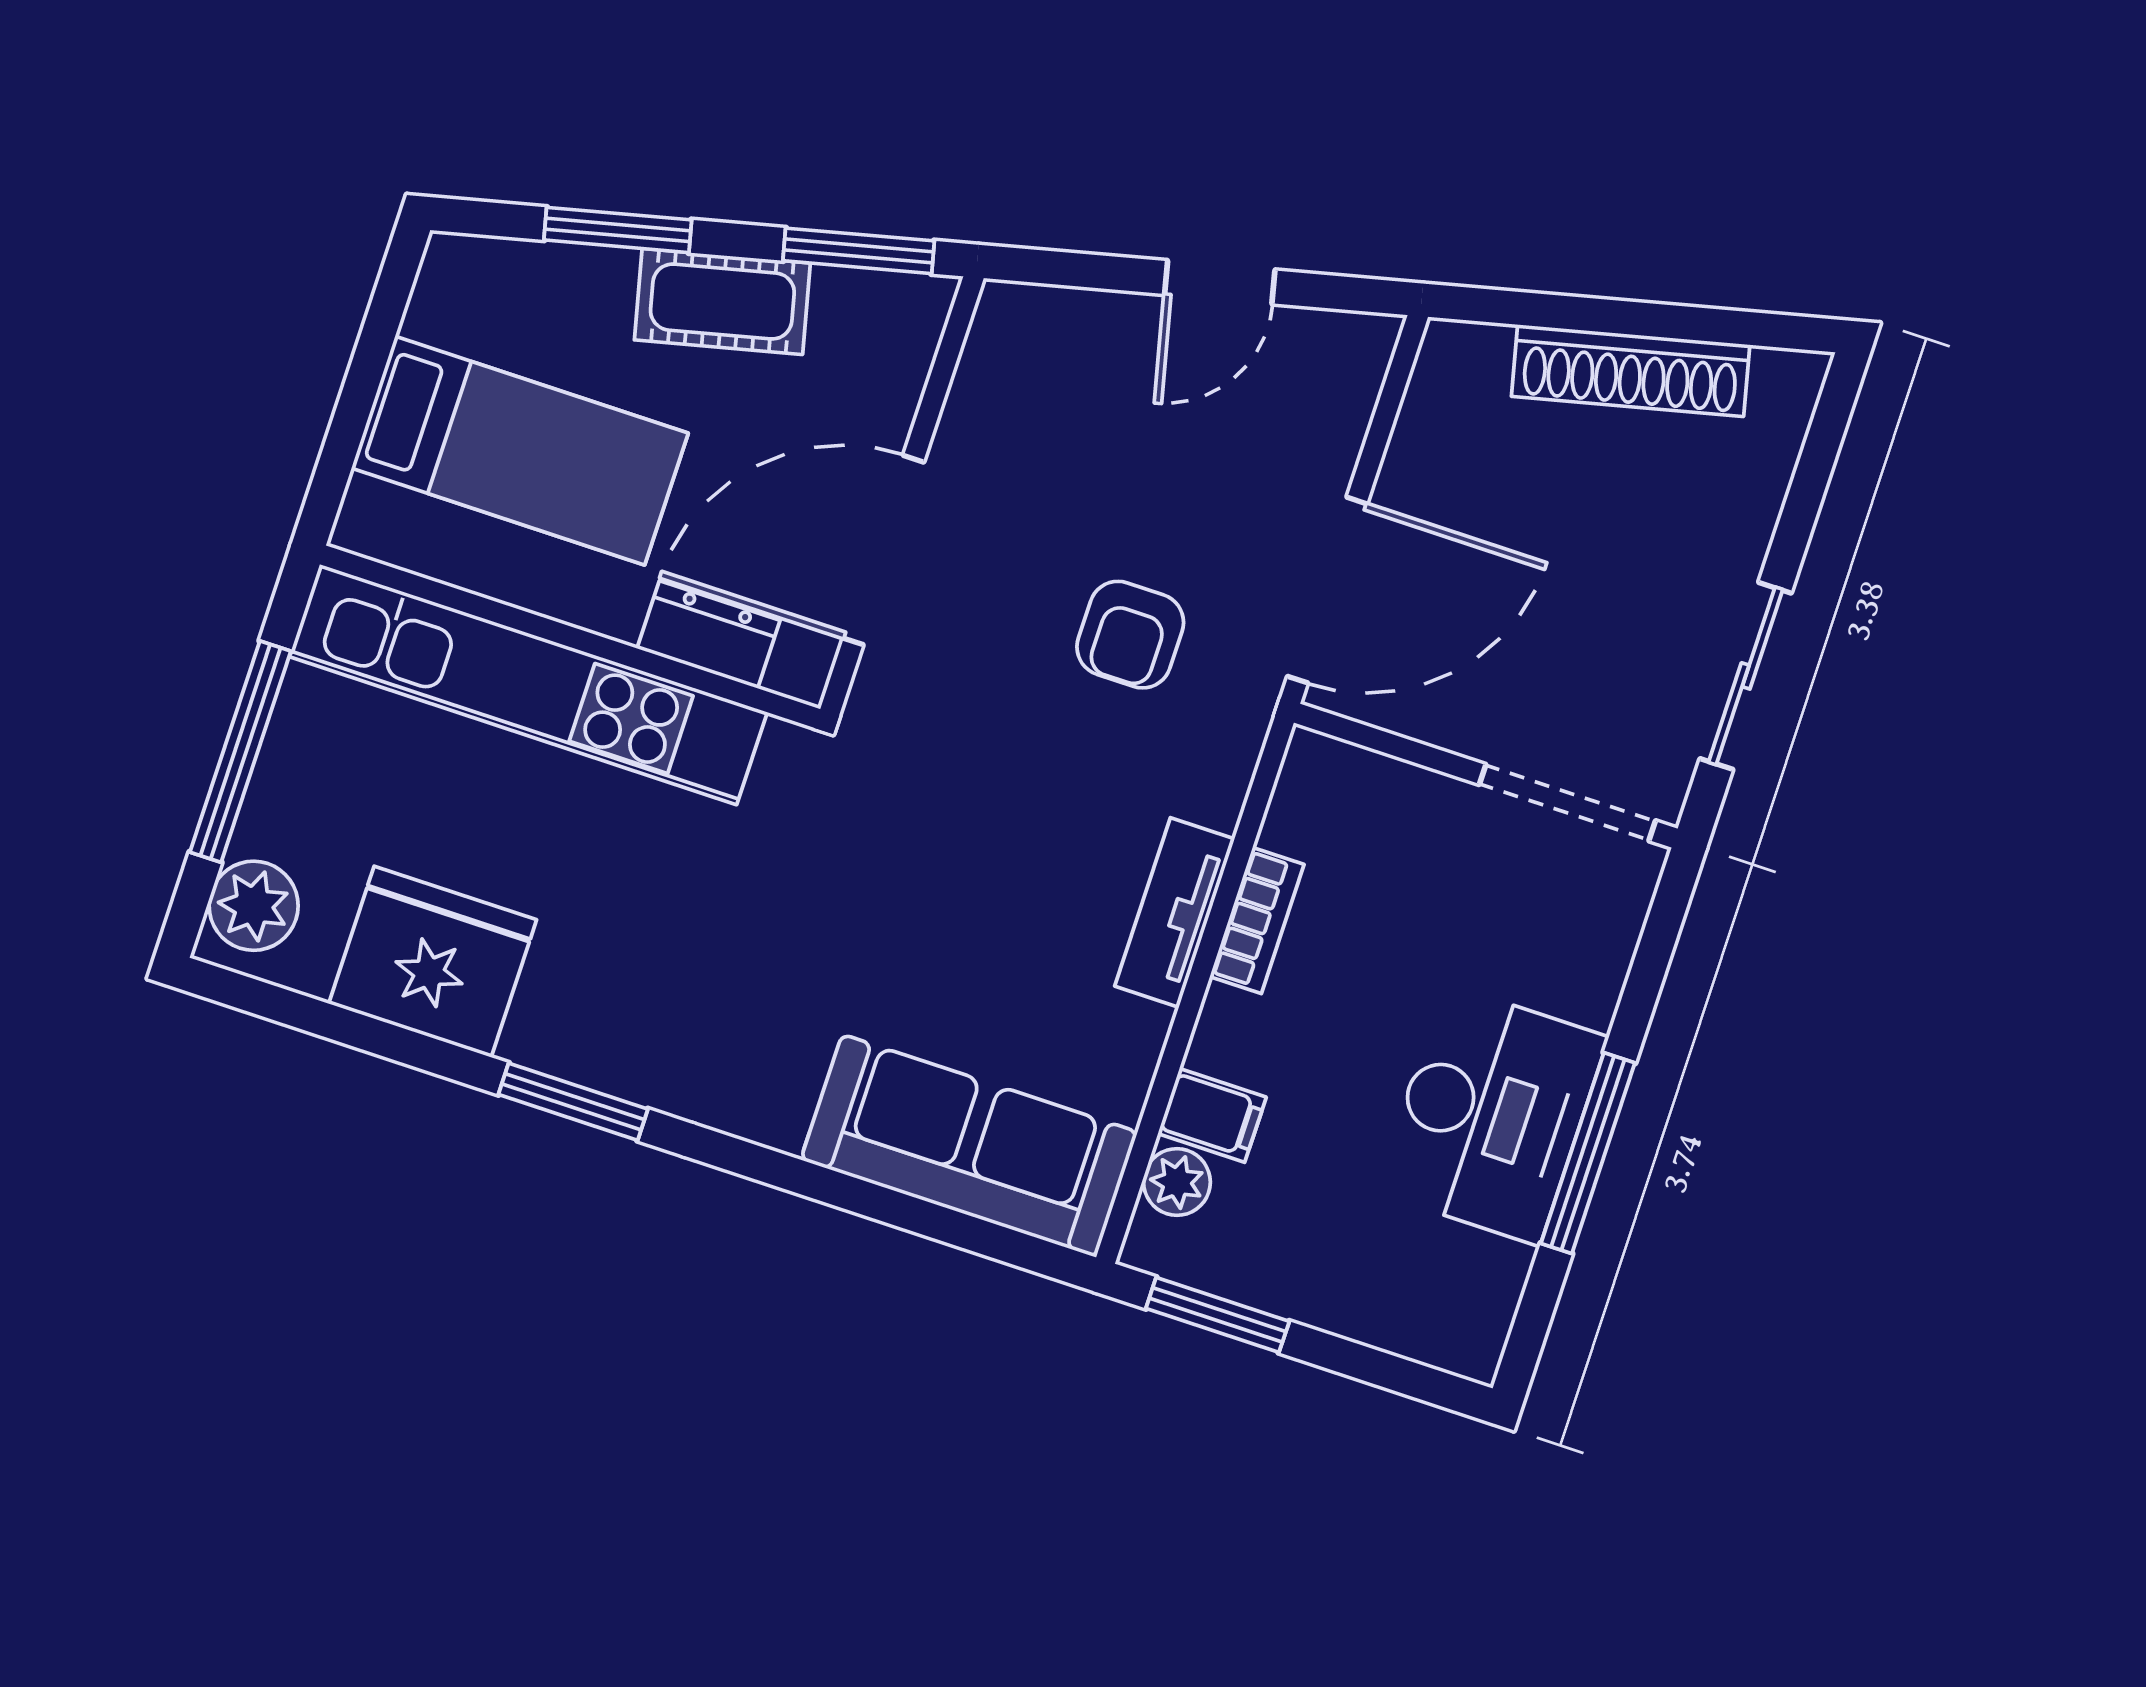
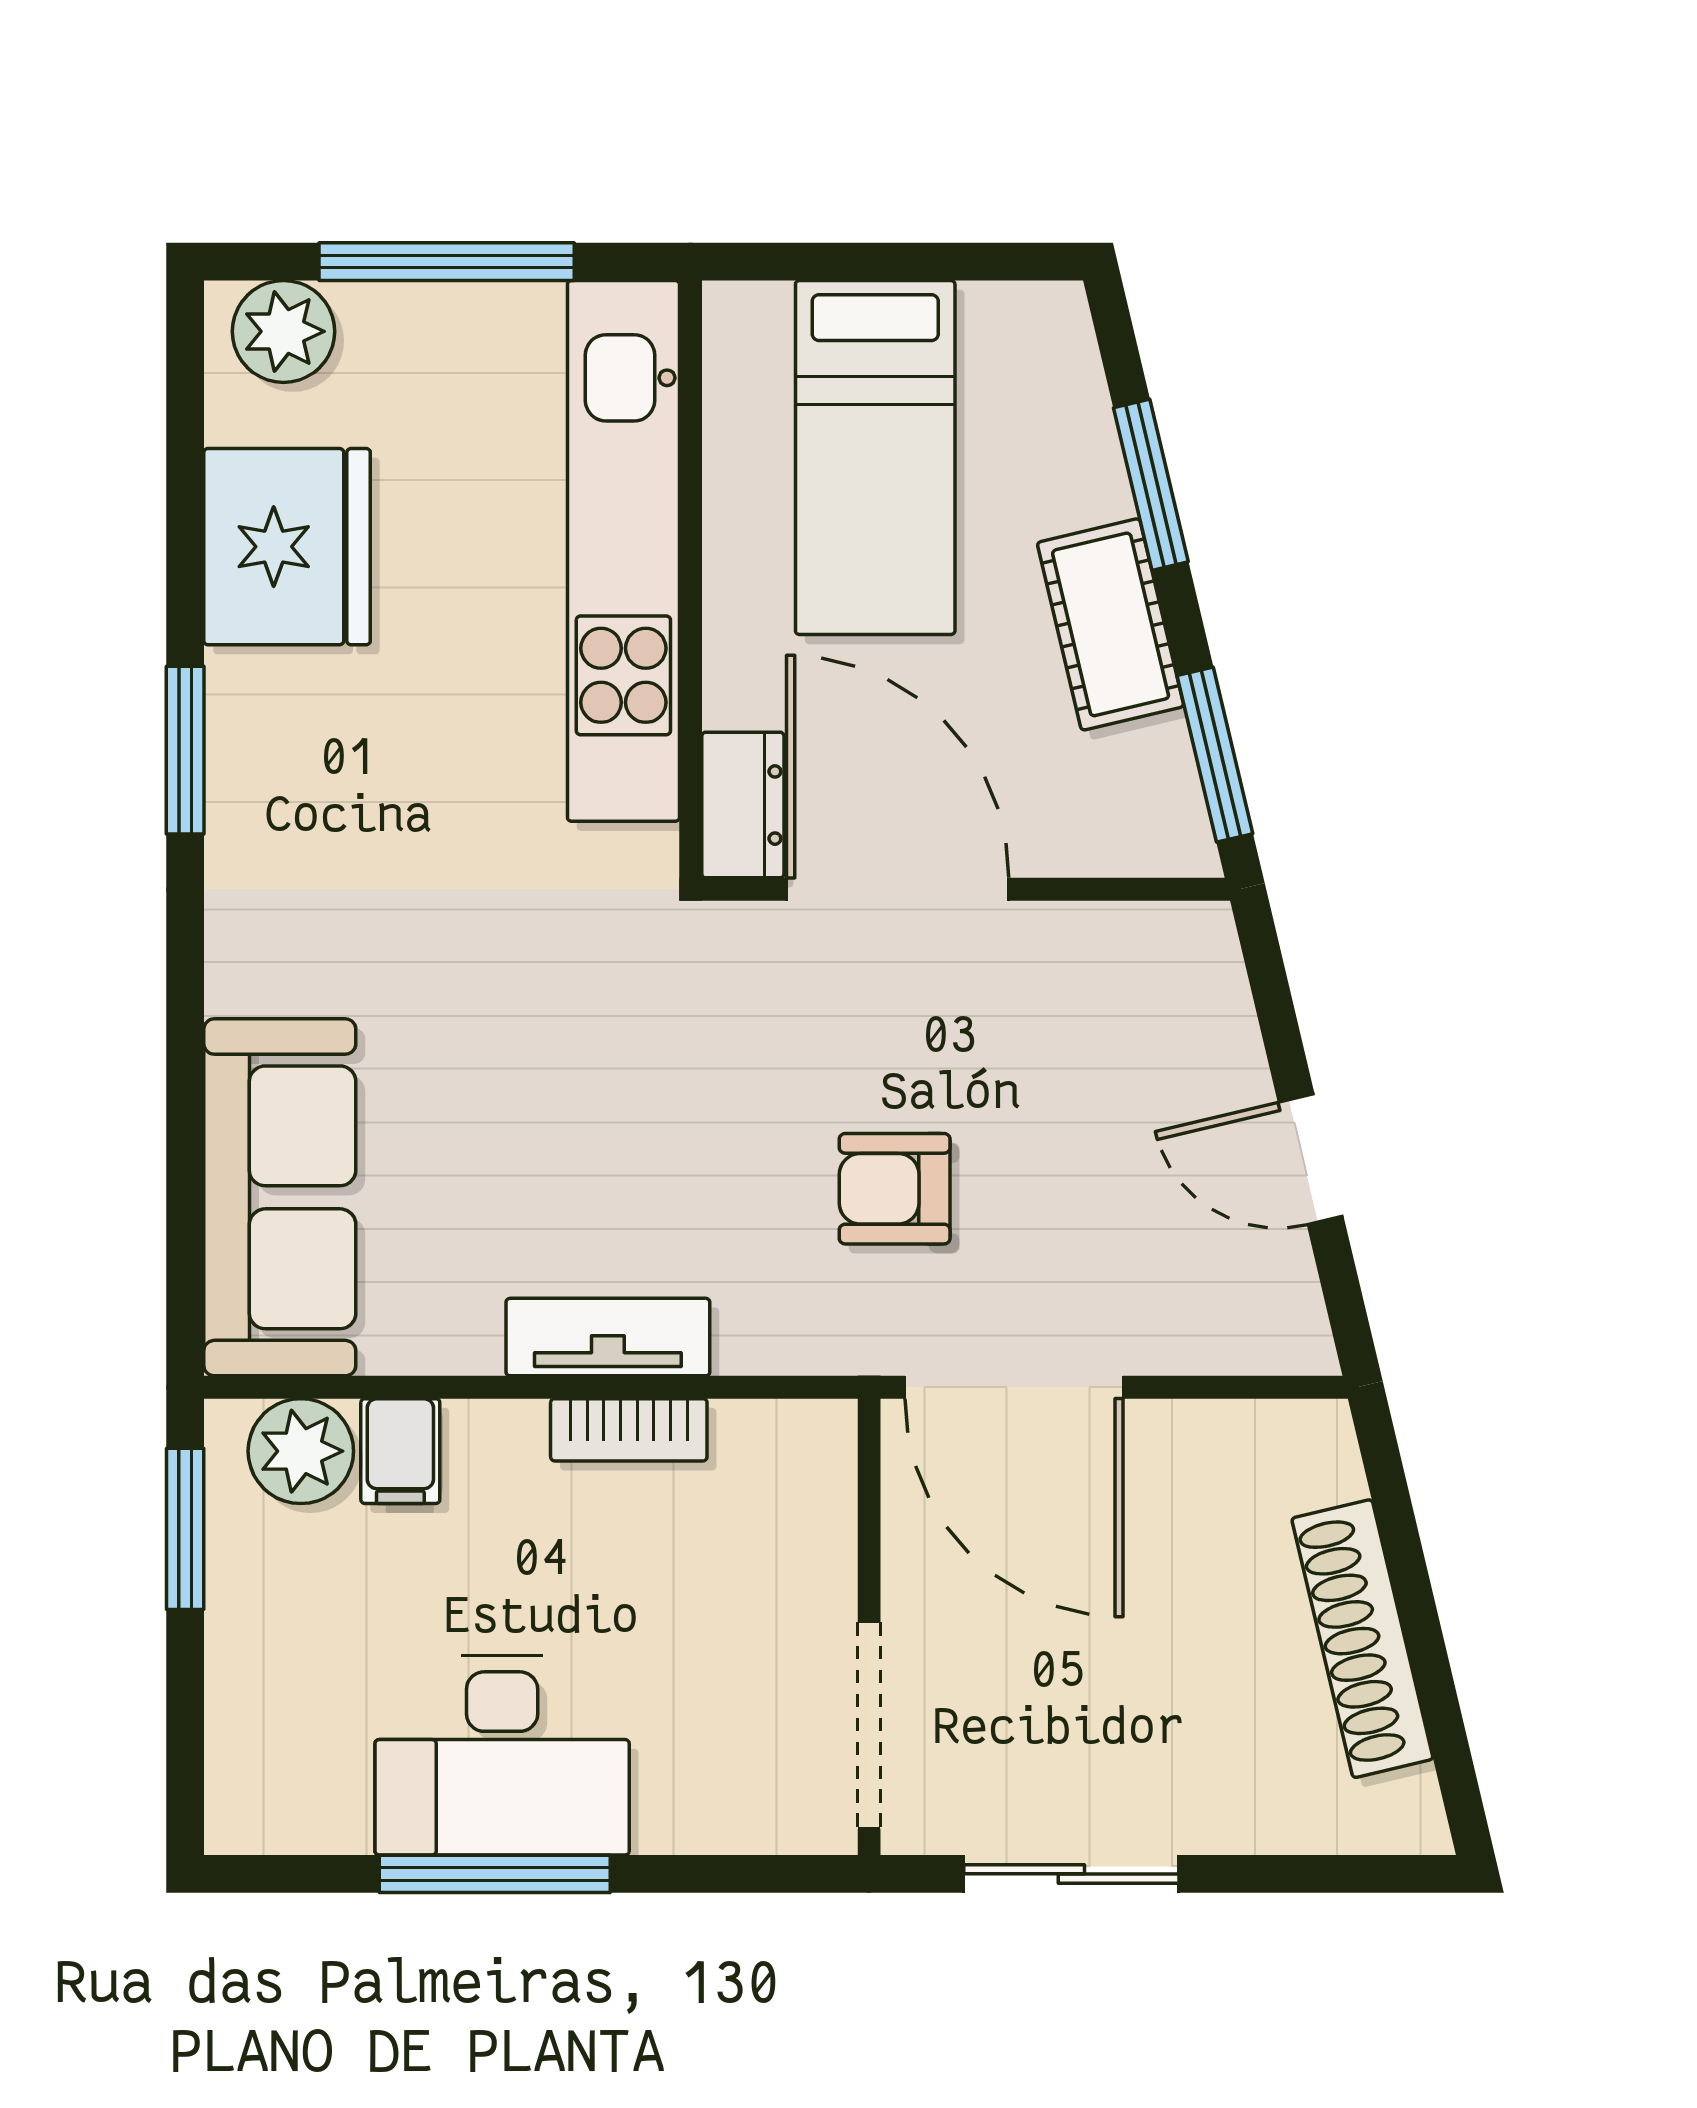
dresser: (709, 634) -> (743, 805), moved
plant: (1177, 1182) -> (301, 1451), width x1.38, depth x1.38

